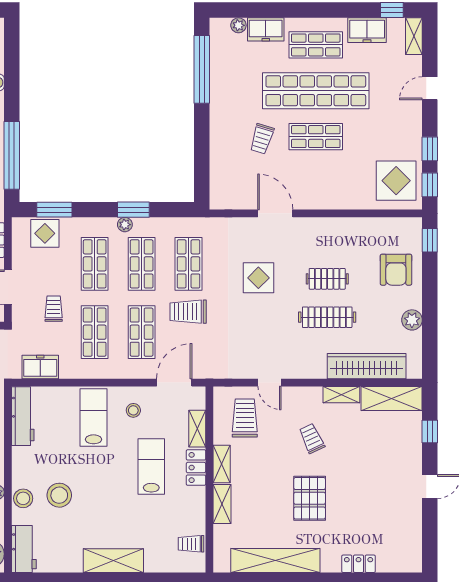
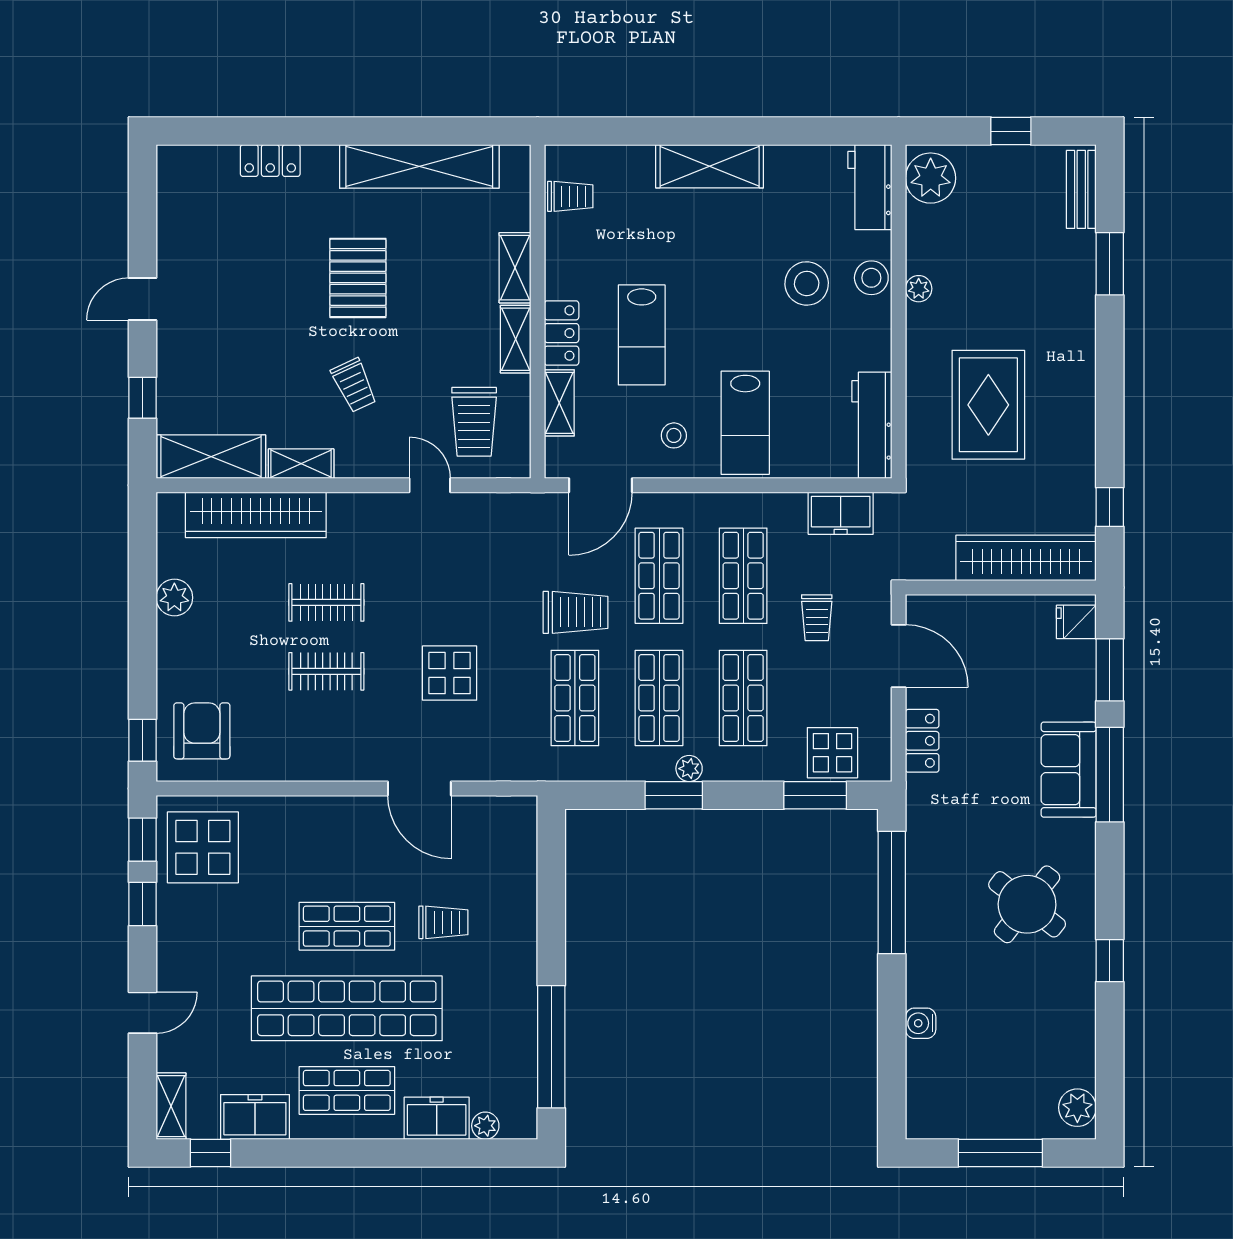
trolley: (262, 139) -> (443, 922), turned 73
armchair: (396, 270) -> (202, 731), moved
clothes rail: (327, 317) -> (326, 602), width x0.73

